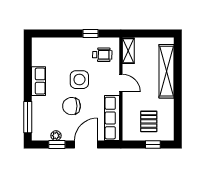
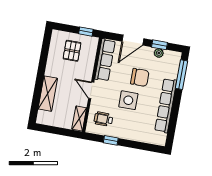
shelving: (166, 71) -> (48, 94), width x0.68
row of seats: (38, 81) -> (166, 106), width x2.02
window: (153, 145) -> (86, 32), moved

